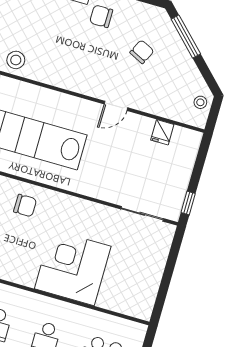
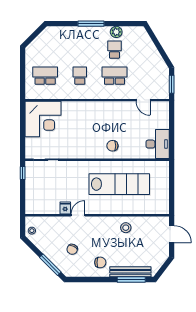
stool: (16, 60) -> (126, 228), moved
fridge: (162, 132) -> (65, 208), moved
corner desk: (73, 268) -> (43, 119), moved

